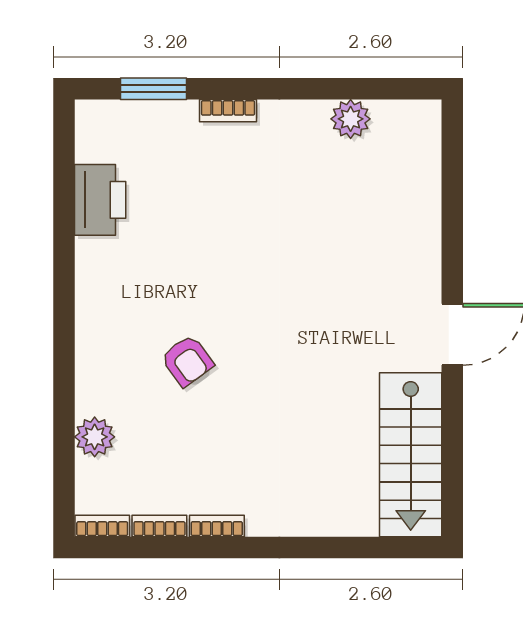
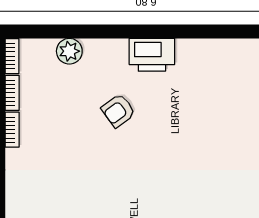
printer: (100, 200) -> (152, 55), moved

